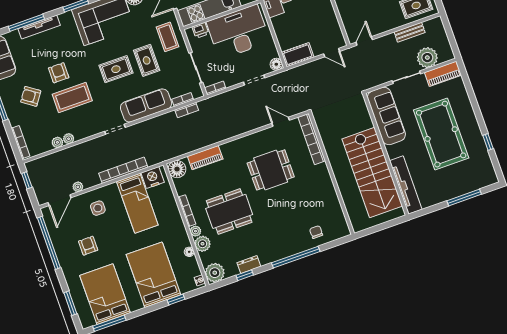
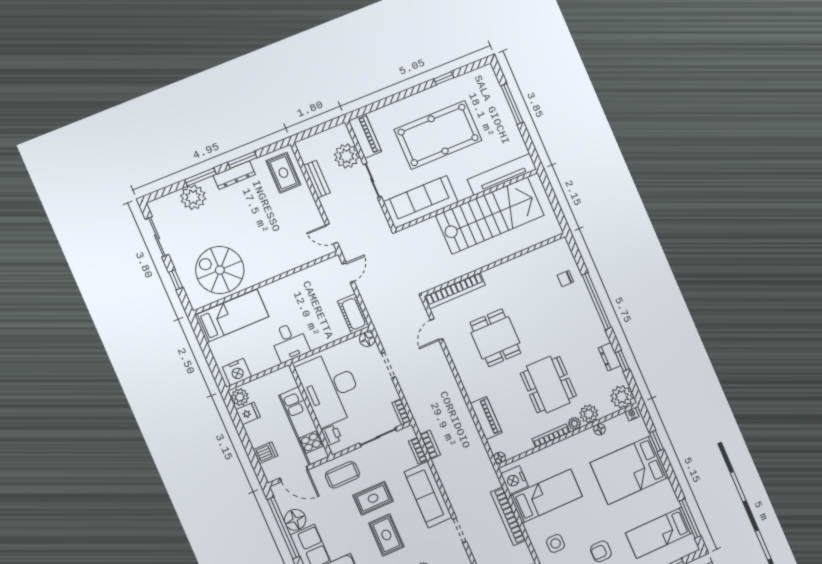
floor lamp: (177, 169) -> (500, 458), width x0.53, depth x0.53
bed: (105, 294) -> (659, 533), width x0.67

